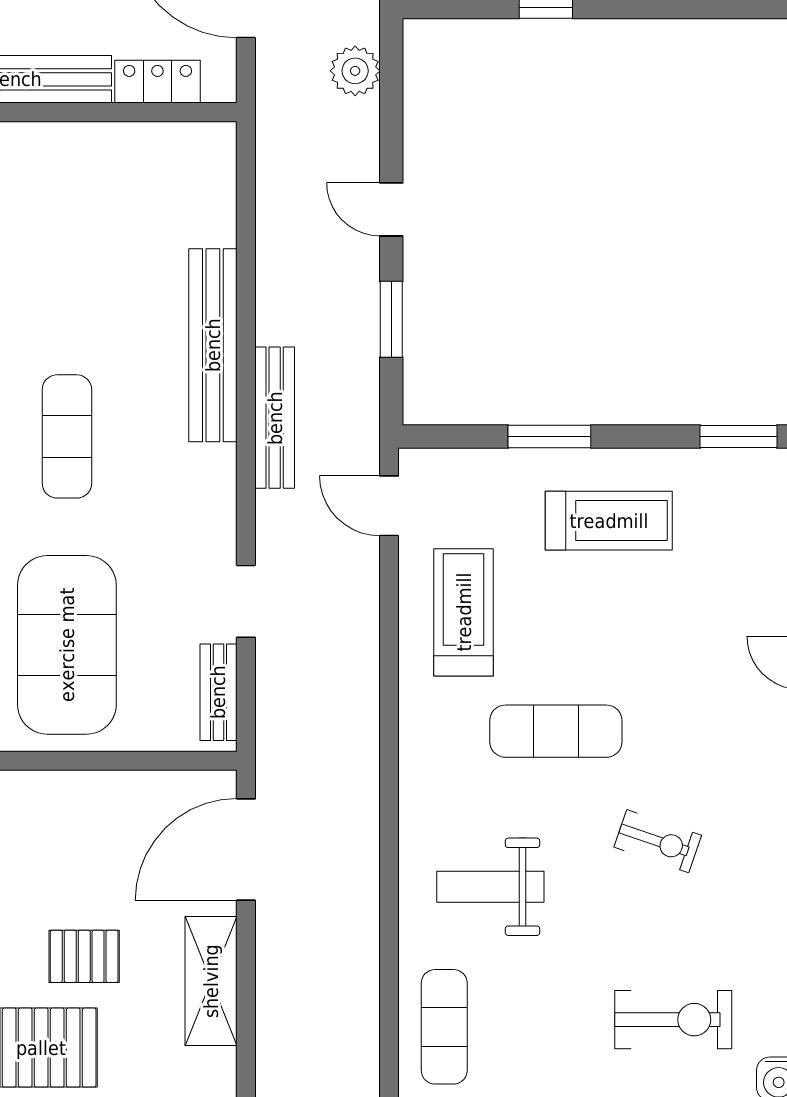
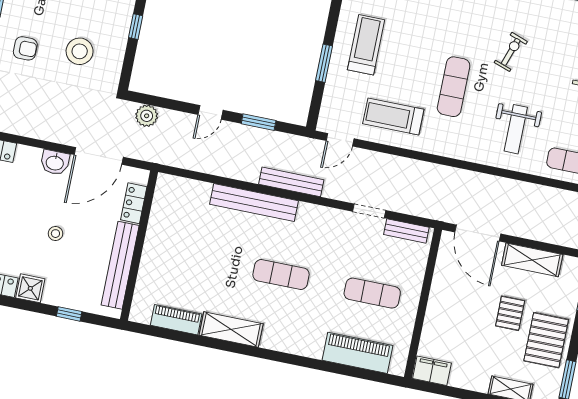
exercise mat: (67, 645) -> (372, 293), width x0.50, depth x0.69

